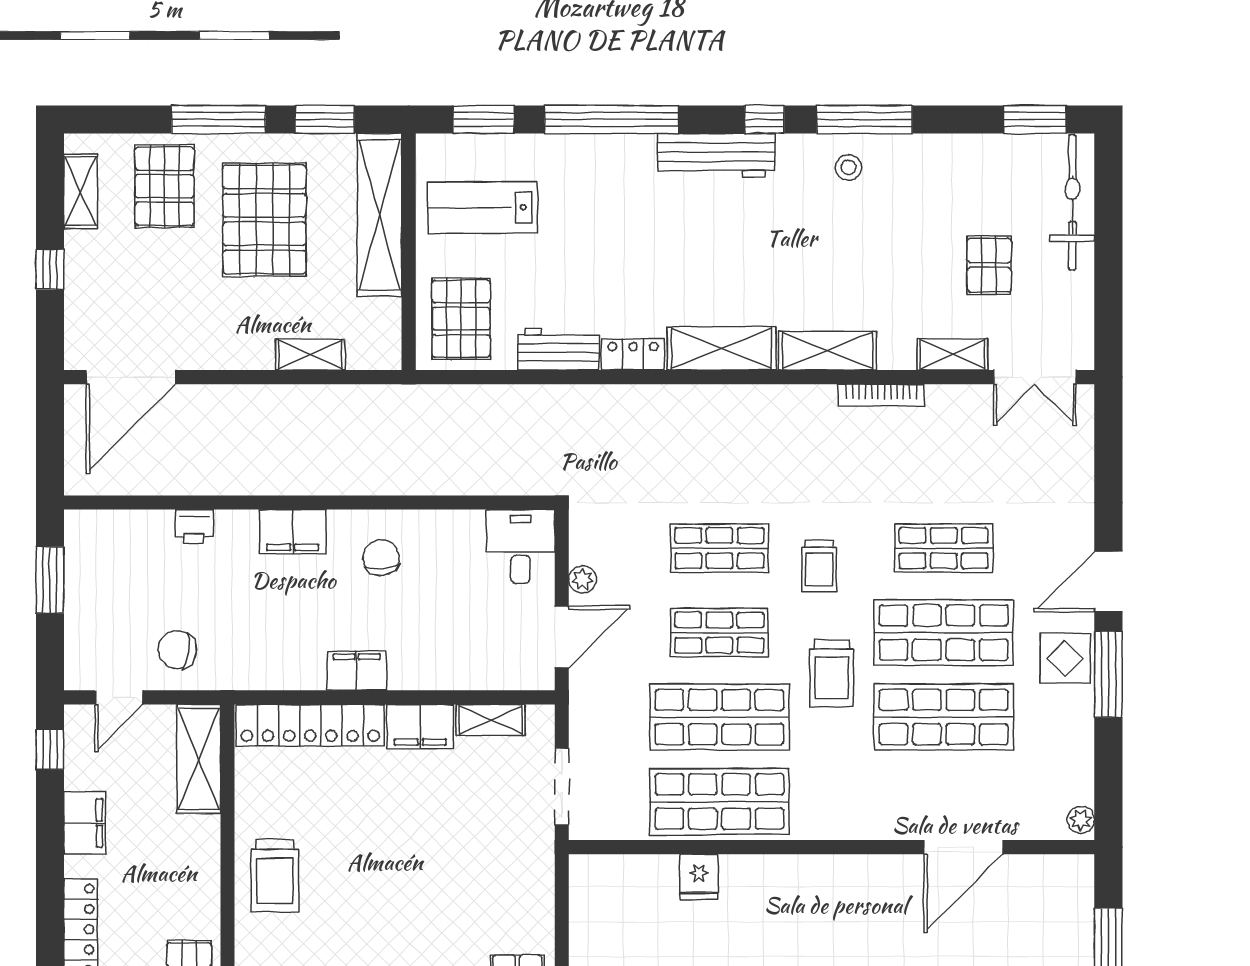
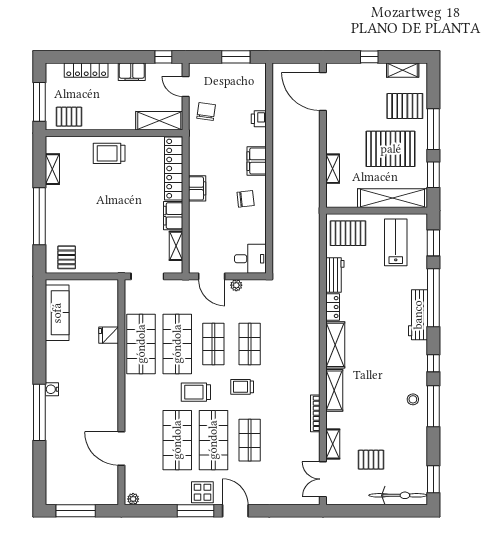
workbench: (716, 155) -> (418, 315), moved

